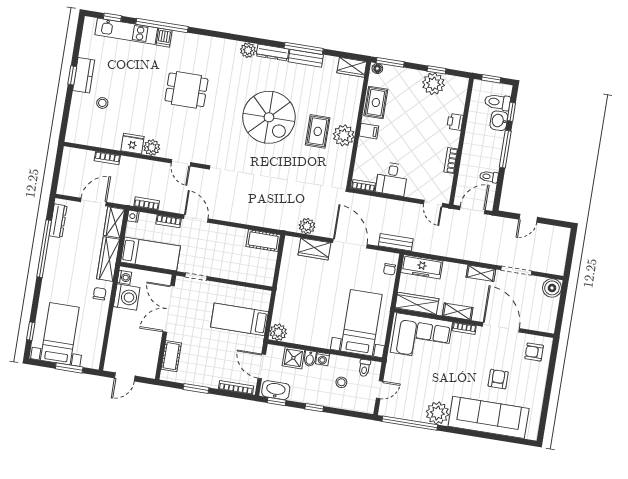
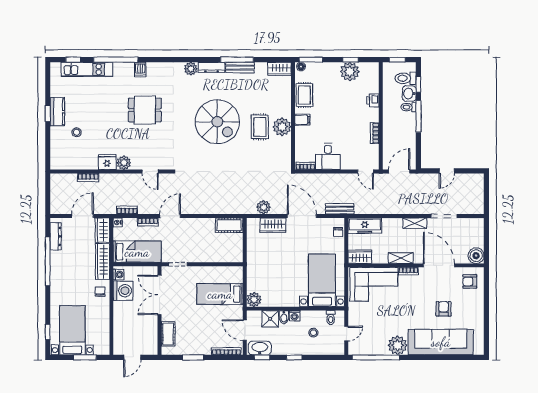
dishwasher: (164, 38) -> (140, 69), moved
toilet: (489, 177) -> (409, 107), moved
door: (196, 219) -> (170, 216), hinge flipped
boiler: (552, 288) -> (476, 256), moved
wardrobe: (417, 303) -> (360, 257), width x0.67

